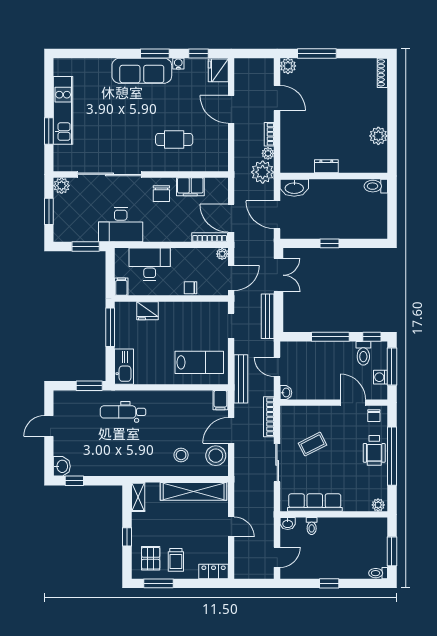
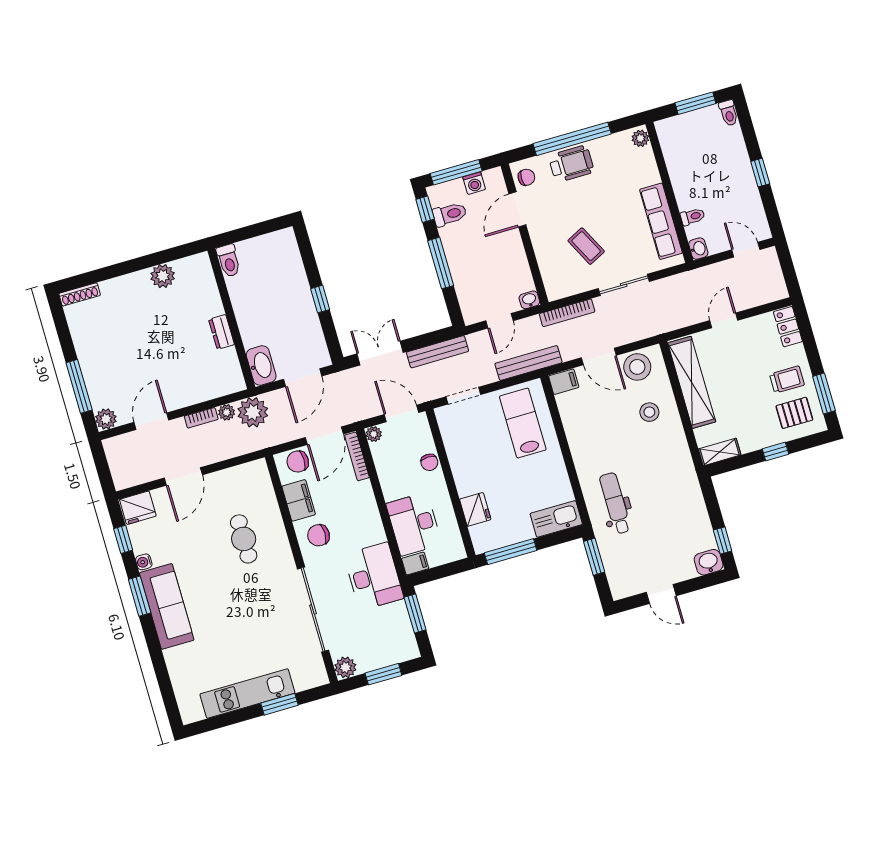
chair: (161, 194) -> (319, 535), turned 180
chair: (218, 194) -> (298, 462), added
filing cabinet: (121, 287) -> (415, 563), moved, turned 180
dental chair: (123, 412) -> (615, 503), turned 180

